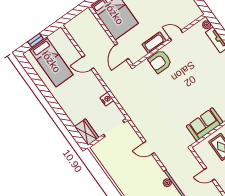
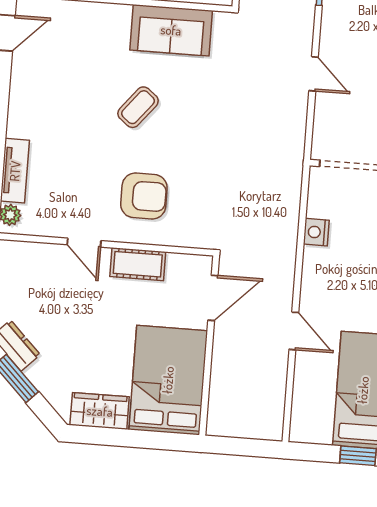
armchair: (160, 62) -> (144, 196), moved
coffee table: (195, 92) -> (138, 107), added

